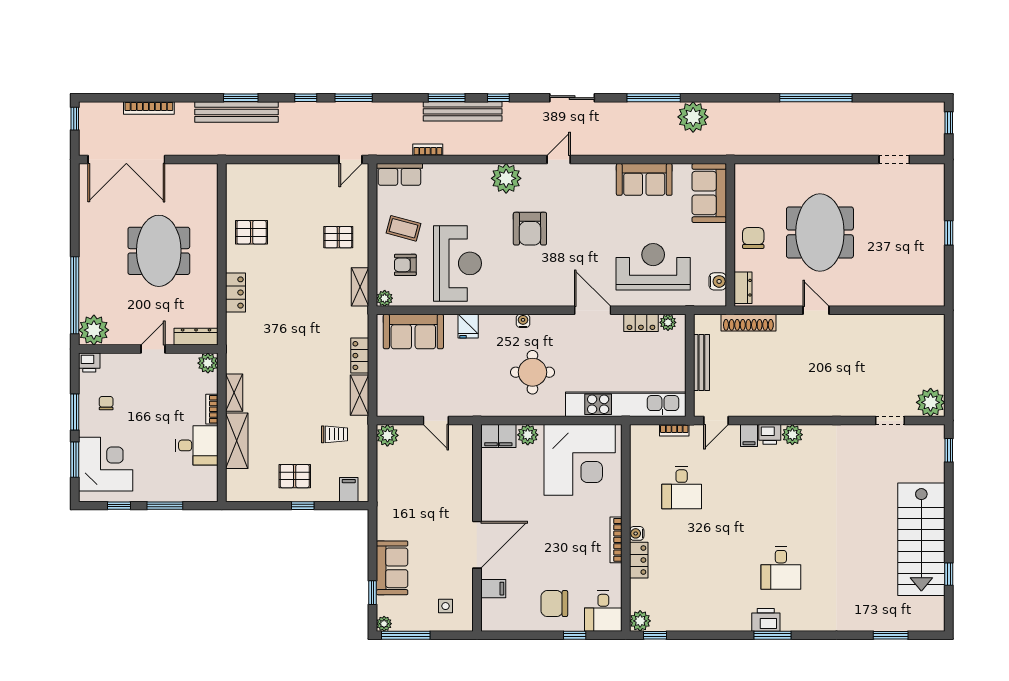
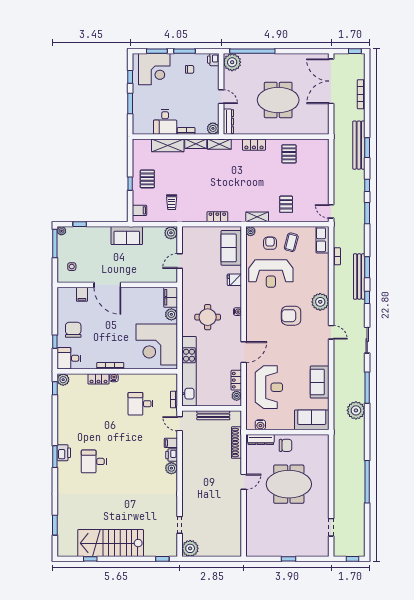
dresser: (743, 288) -> (261, 439), width x1.44
shelving: (360, 395) -> (219, 144), moved
sofa: (392, 568) -> (127, 236), moved

